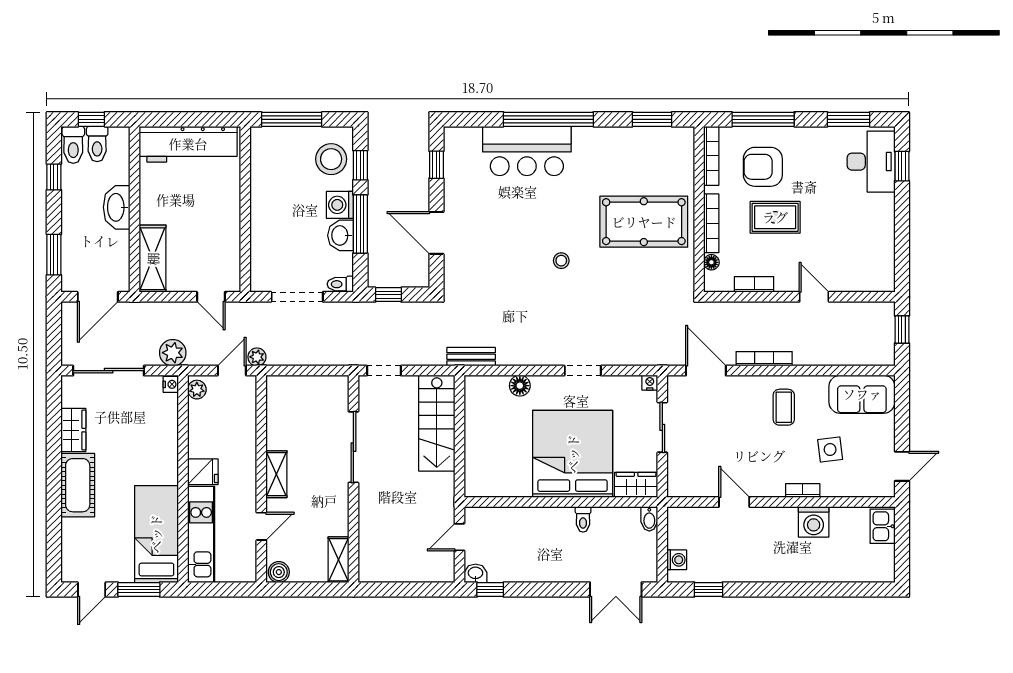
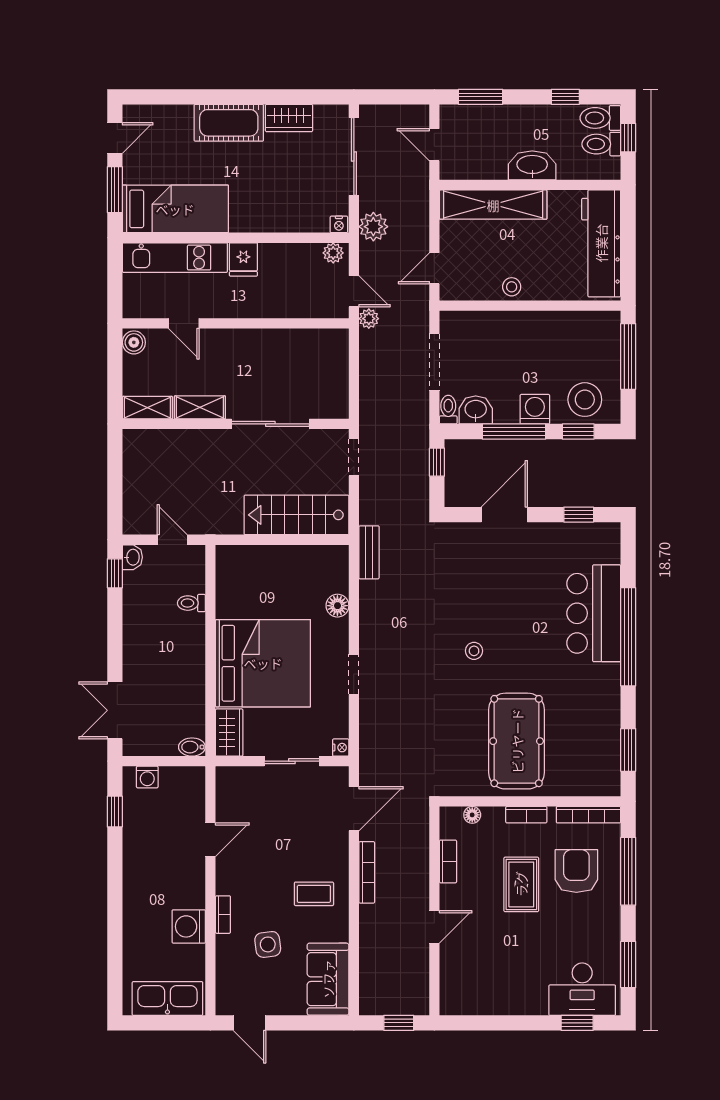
bookcase: (711, 223) -> (526, 815), width x0.64
stool: (228, 226) -> (512, 287), added
washbasin: (341, 235) -> (476, 410), moved
shelving: (153, 259) -> (493, 205), width x1.47
door: (98, 297) -> (434, 145), width x0.73
shelving: (276, 474) -> (200, 407), moved
toilet: (583, 519) -> (191, 603), moved
kitchen sink: (883, 526) -> (167, 998), width x1.88, depth x1.24
door: (92, 590) -> (115, 138), swing flipped

